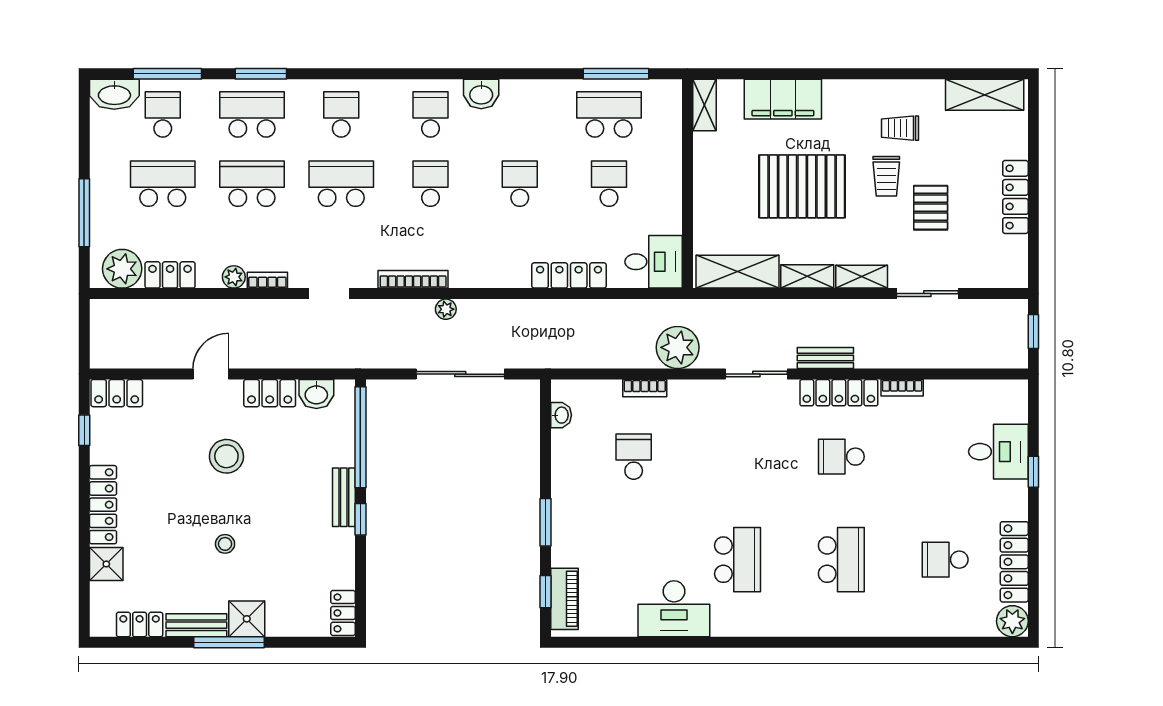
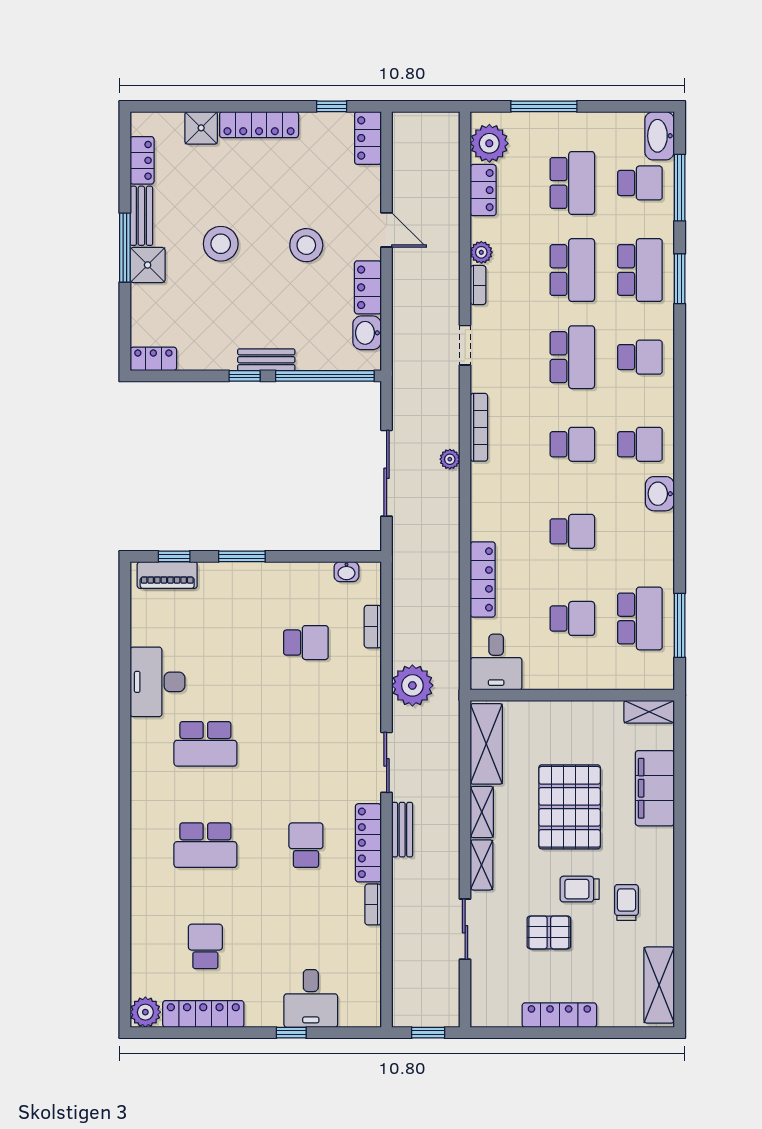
bookcase: (645, 388) -> (373, 627), moved
stool: (225, 544) -> (221, 244), width x1.89, depth x1.89

